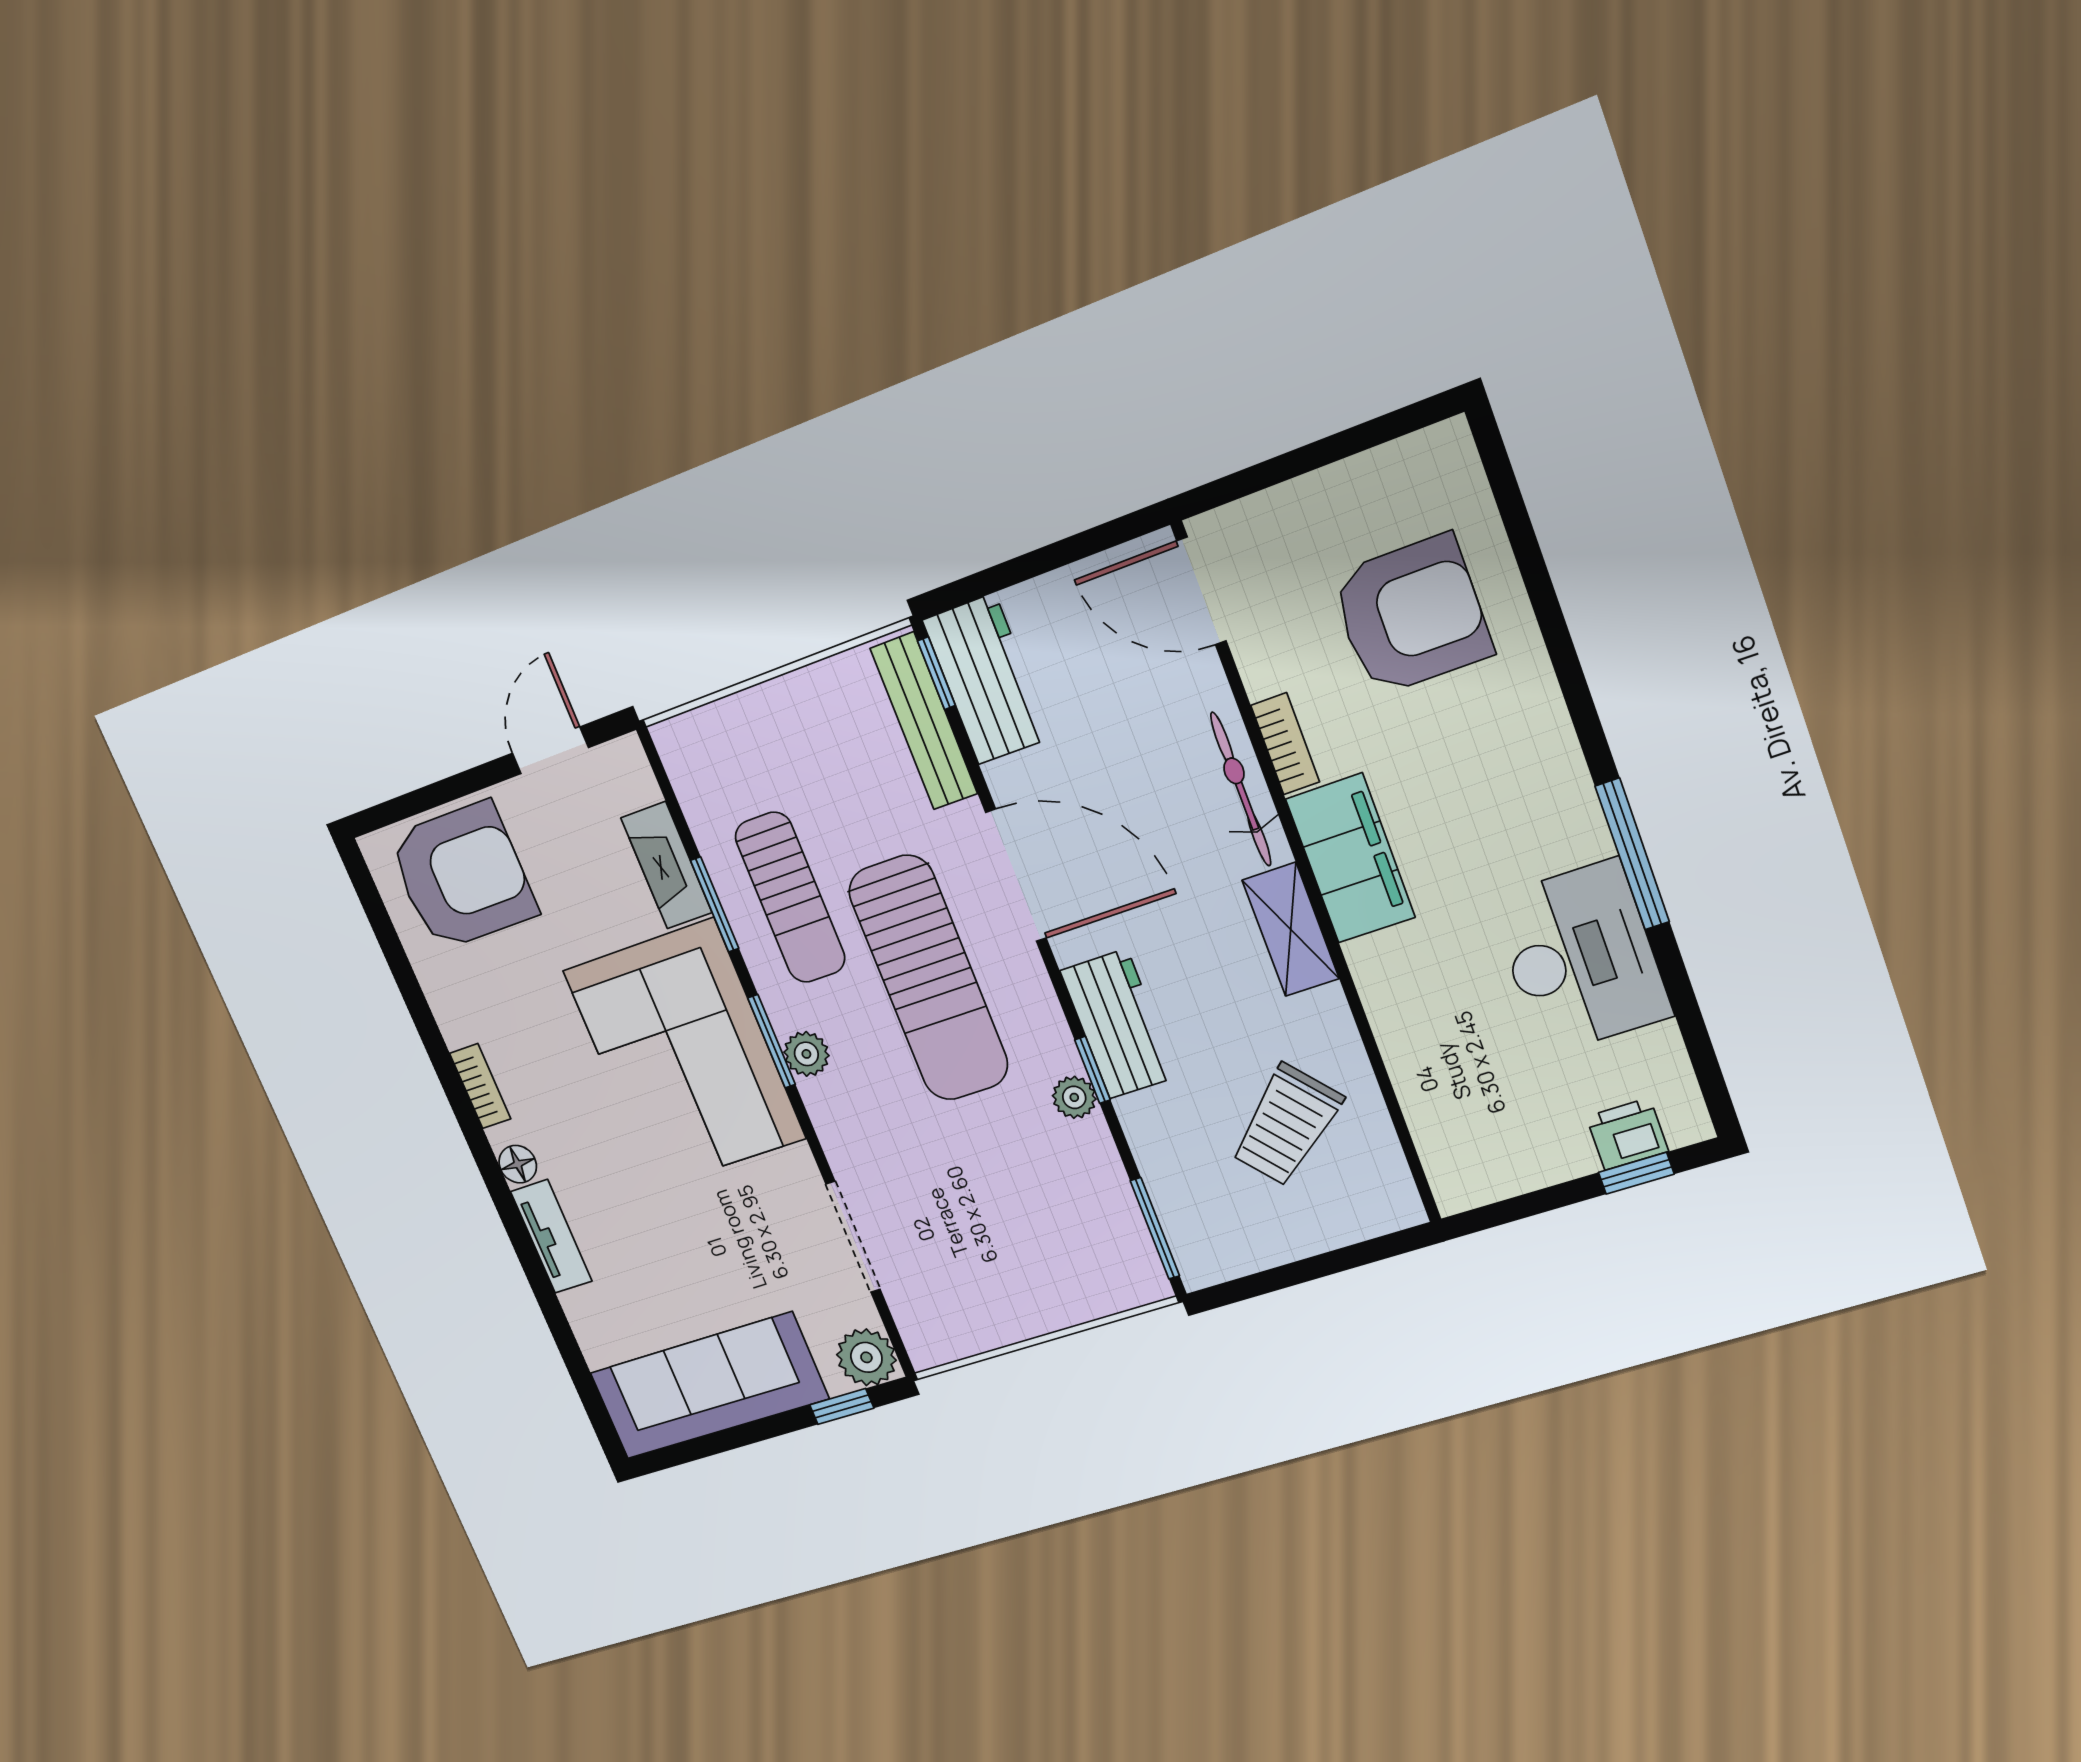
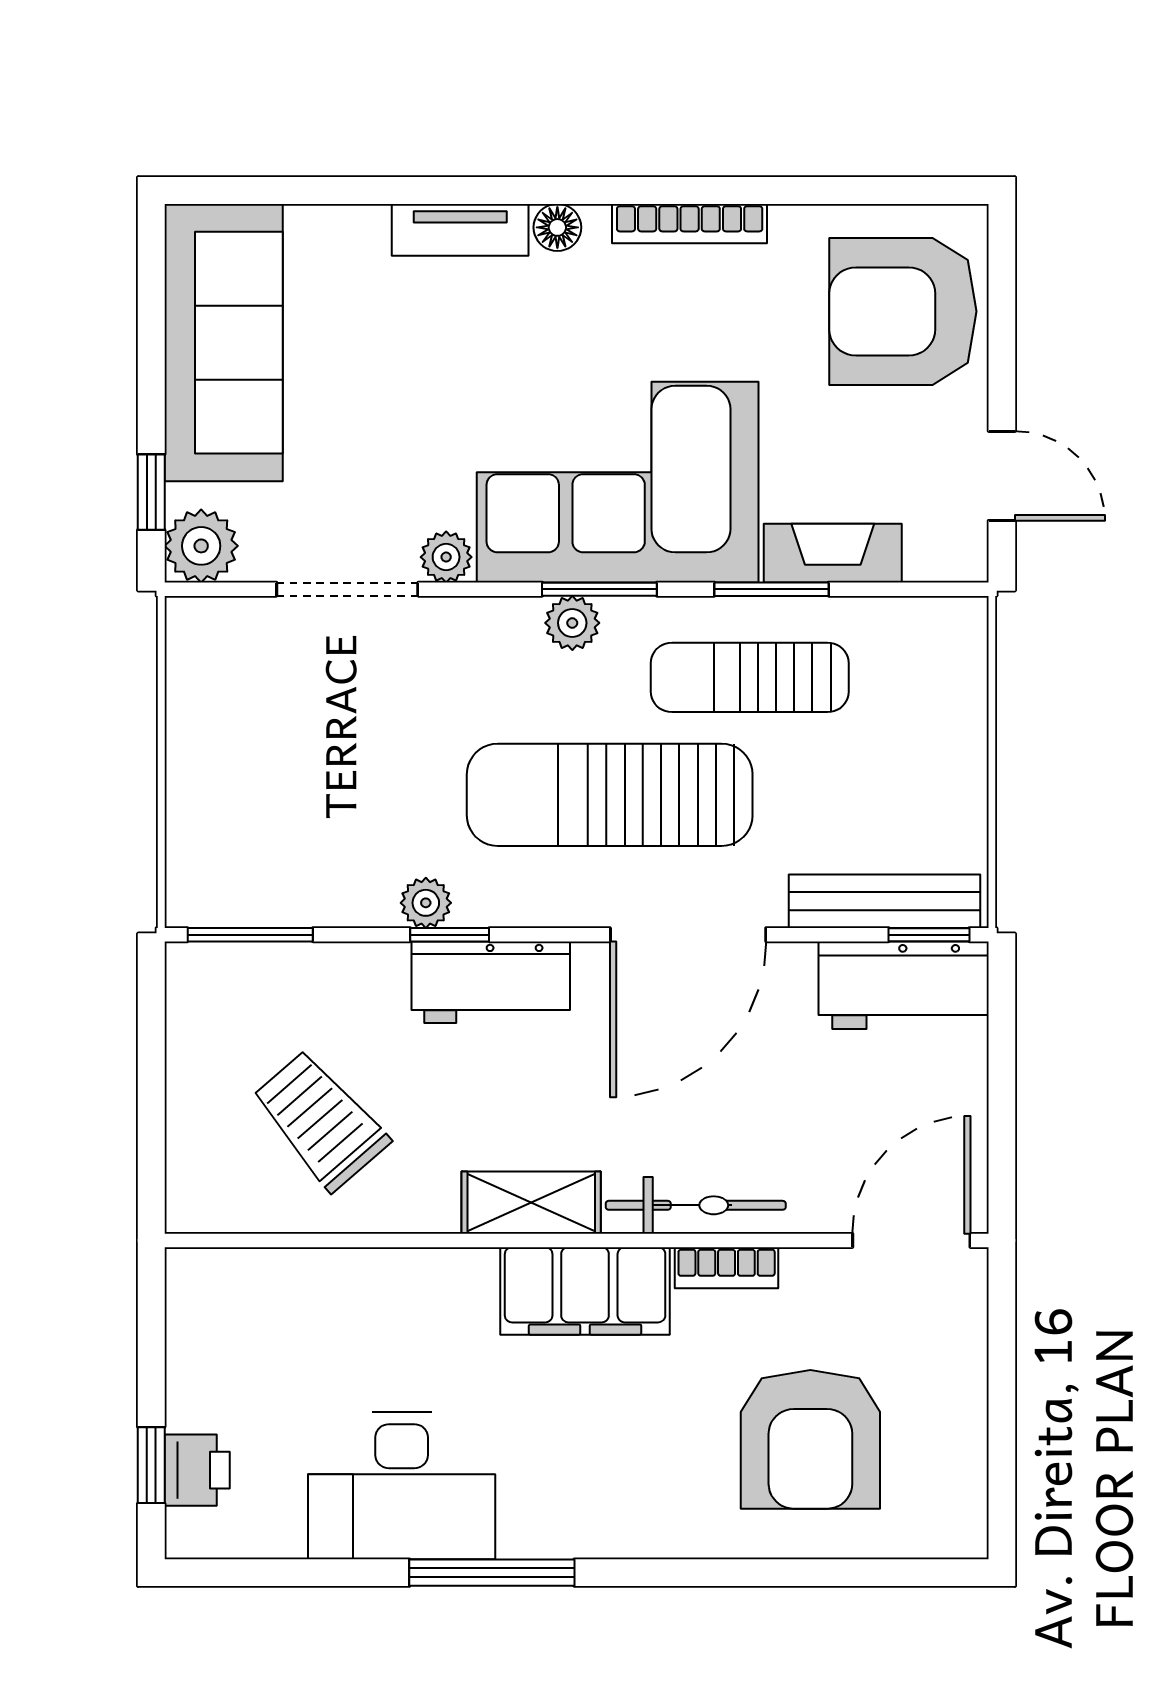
armchair: (462, 876) -> (903, 311), turned 90
bookcase: (480, 1086) -> (690, 224), width x1.56
plant: (797, 1169) -> (446, 557), added

